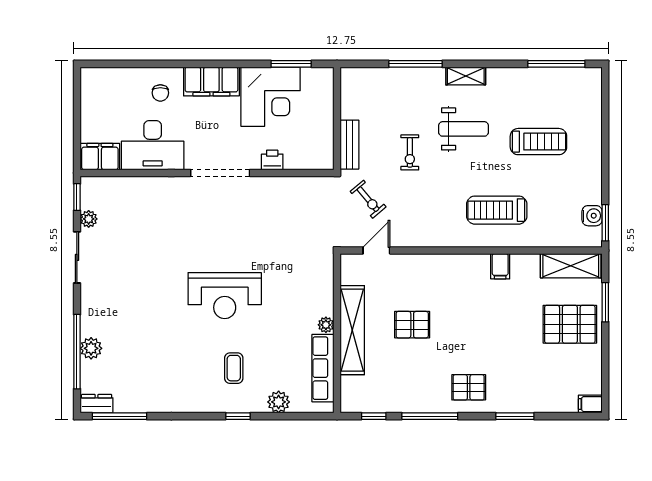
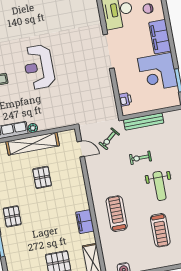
bench: (349, 145) -> (144, 121), width x1.36
printer: (272, 160) -> (125, 99), moved
filing cabinet: (500, 266) -> (85, 222), width x2.00

